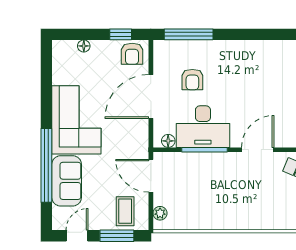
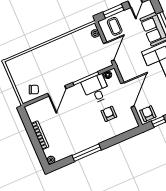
window: (189, 34) -> (87, 153), moved
desk: (203, 127) -> (96, 89), width x0.73
door: (151, 176) -> (109, 52), hinge flipped

